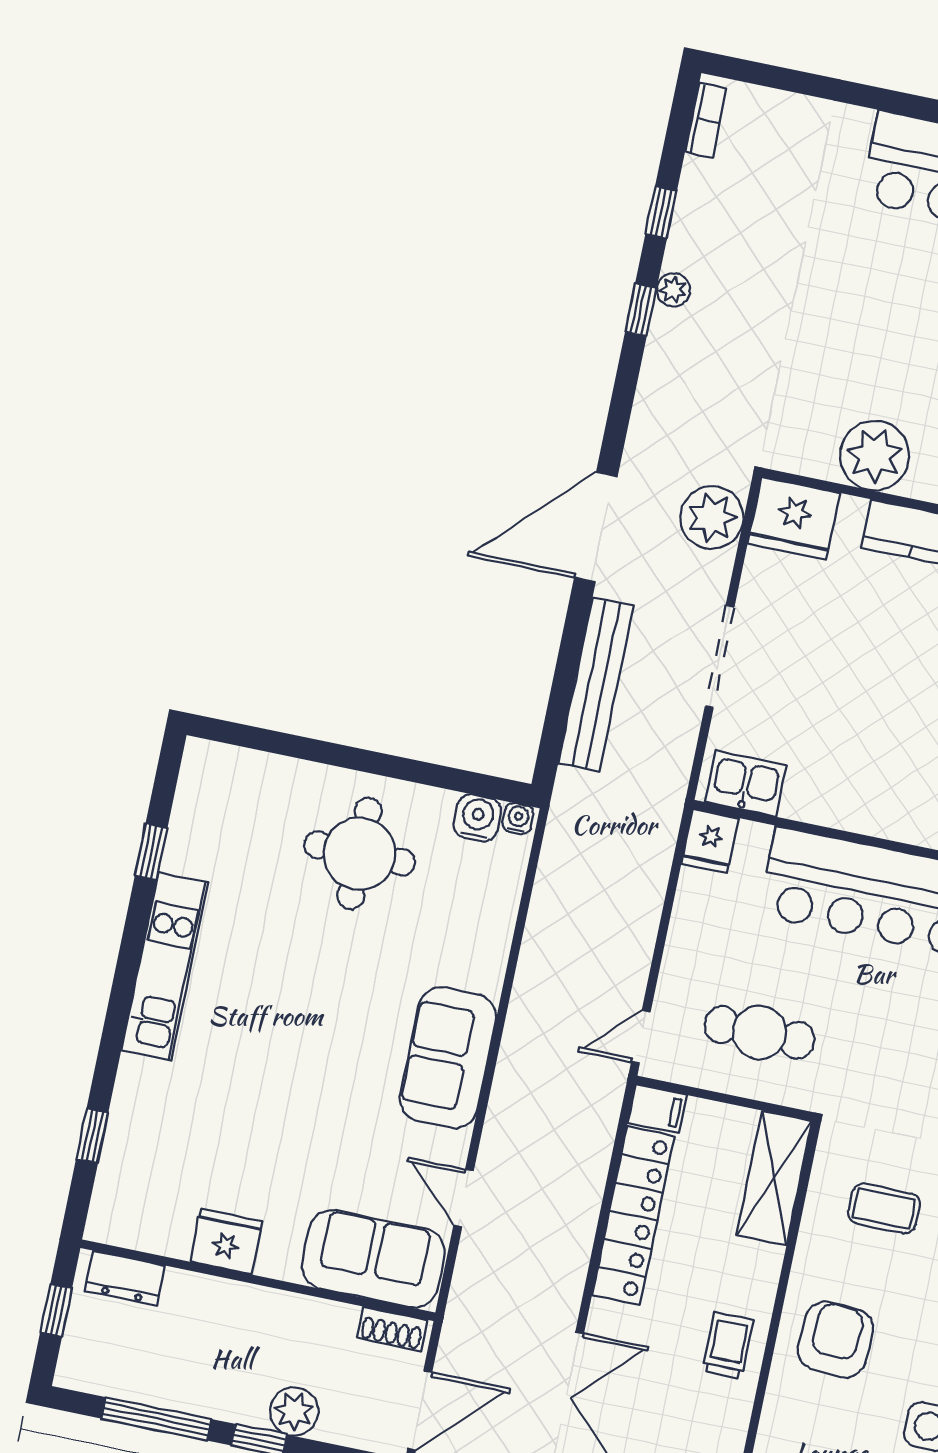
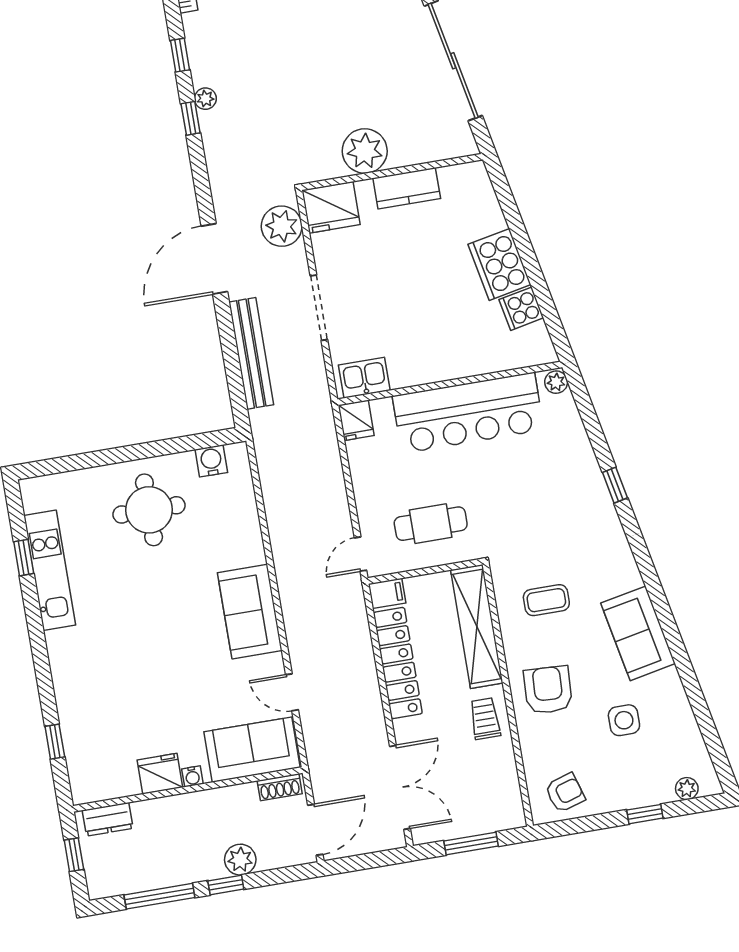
water cooler: (518, 818) -> (192, 776), moved, turned 180
kitchen unit: (165, 966) -> (50, 570), moved
shelving: (774, 1178) -> (477, 626), width x1.47

